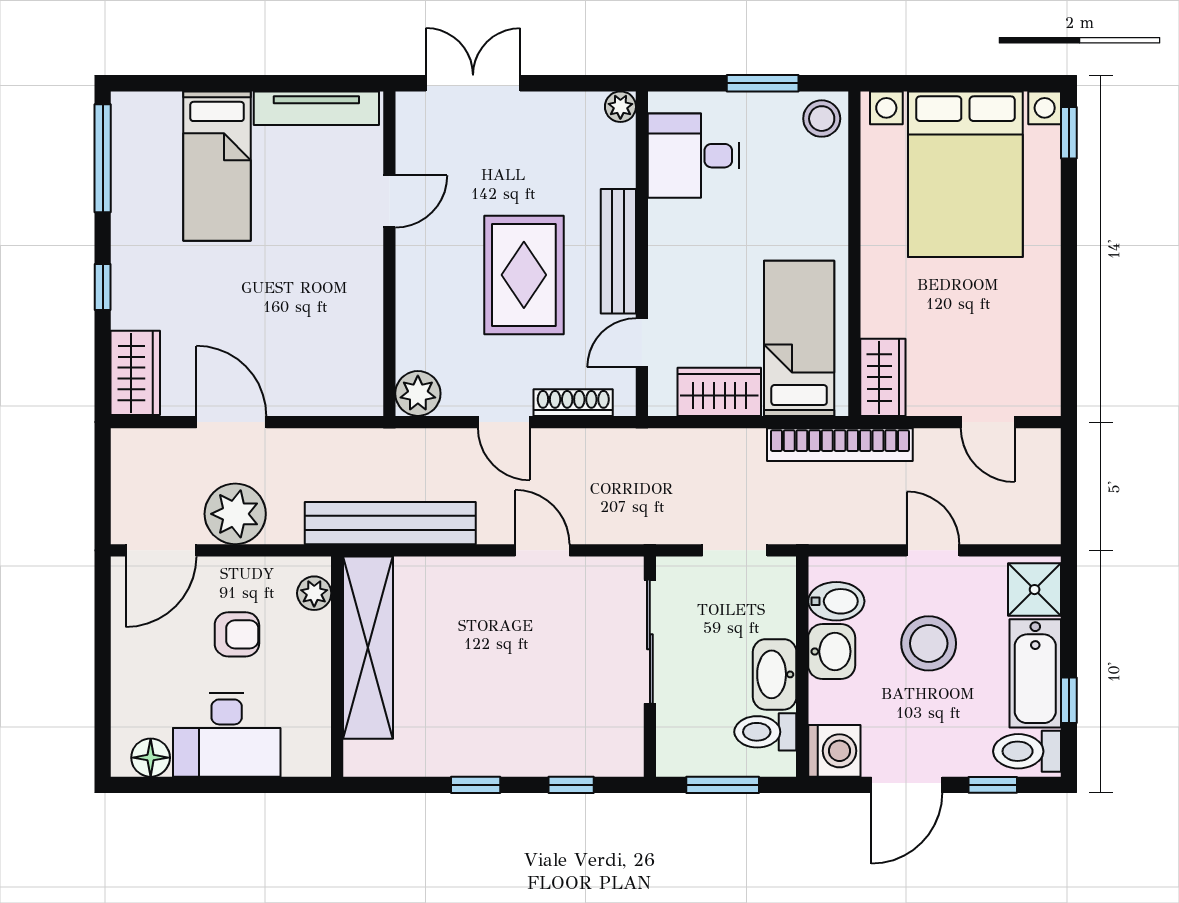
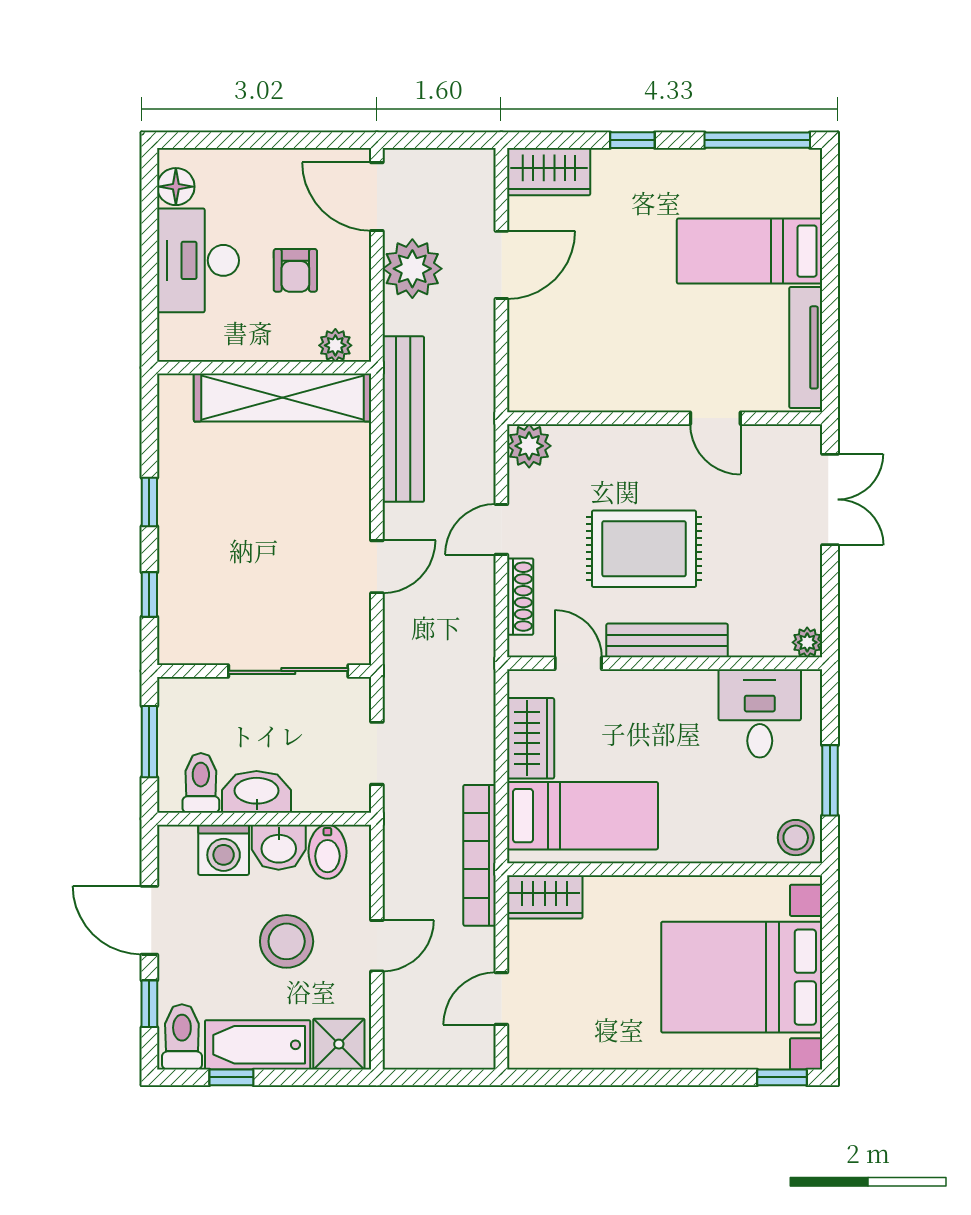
washing machine: (834, 751) -> (224, 850), moved

